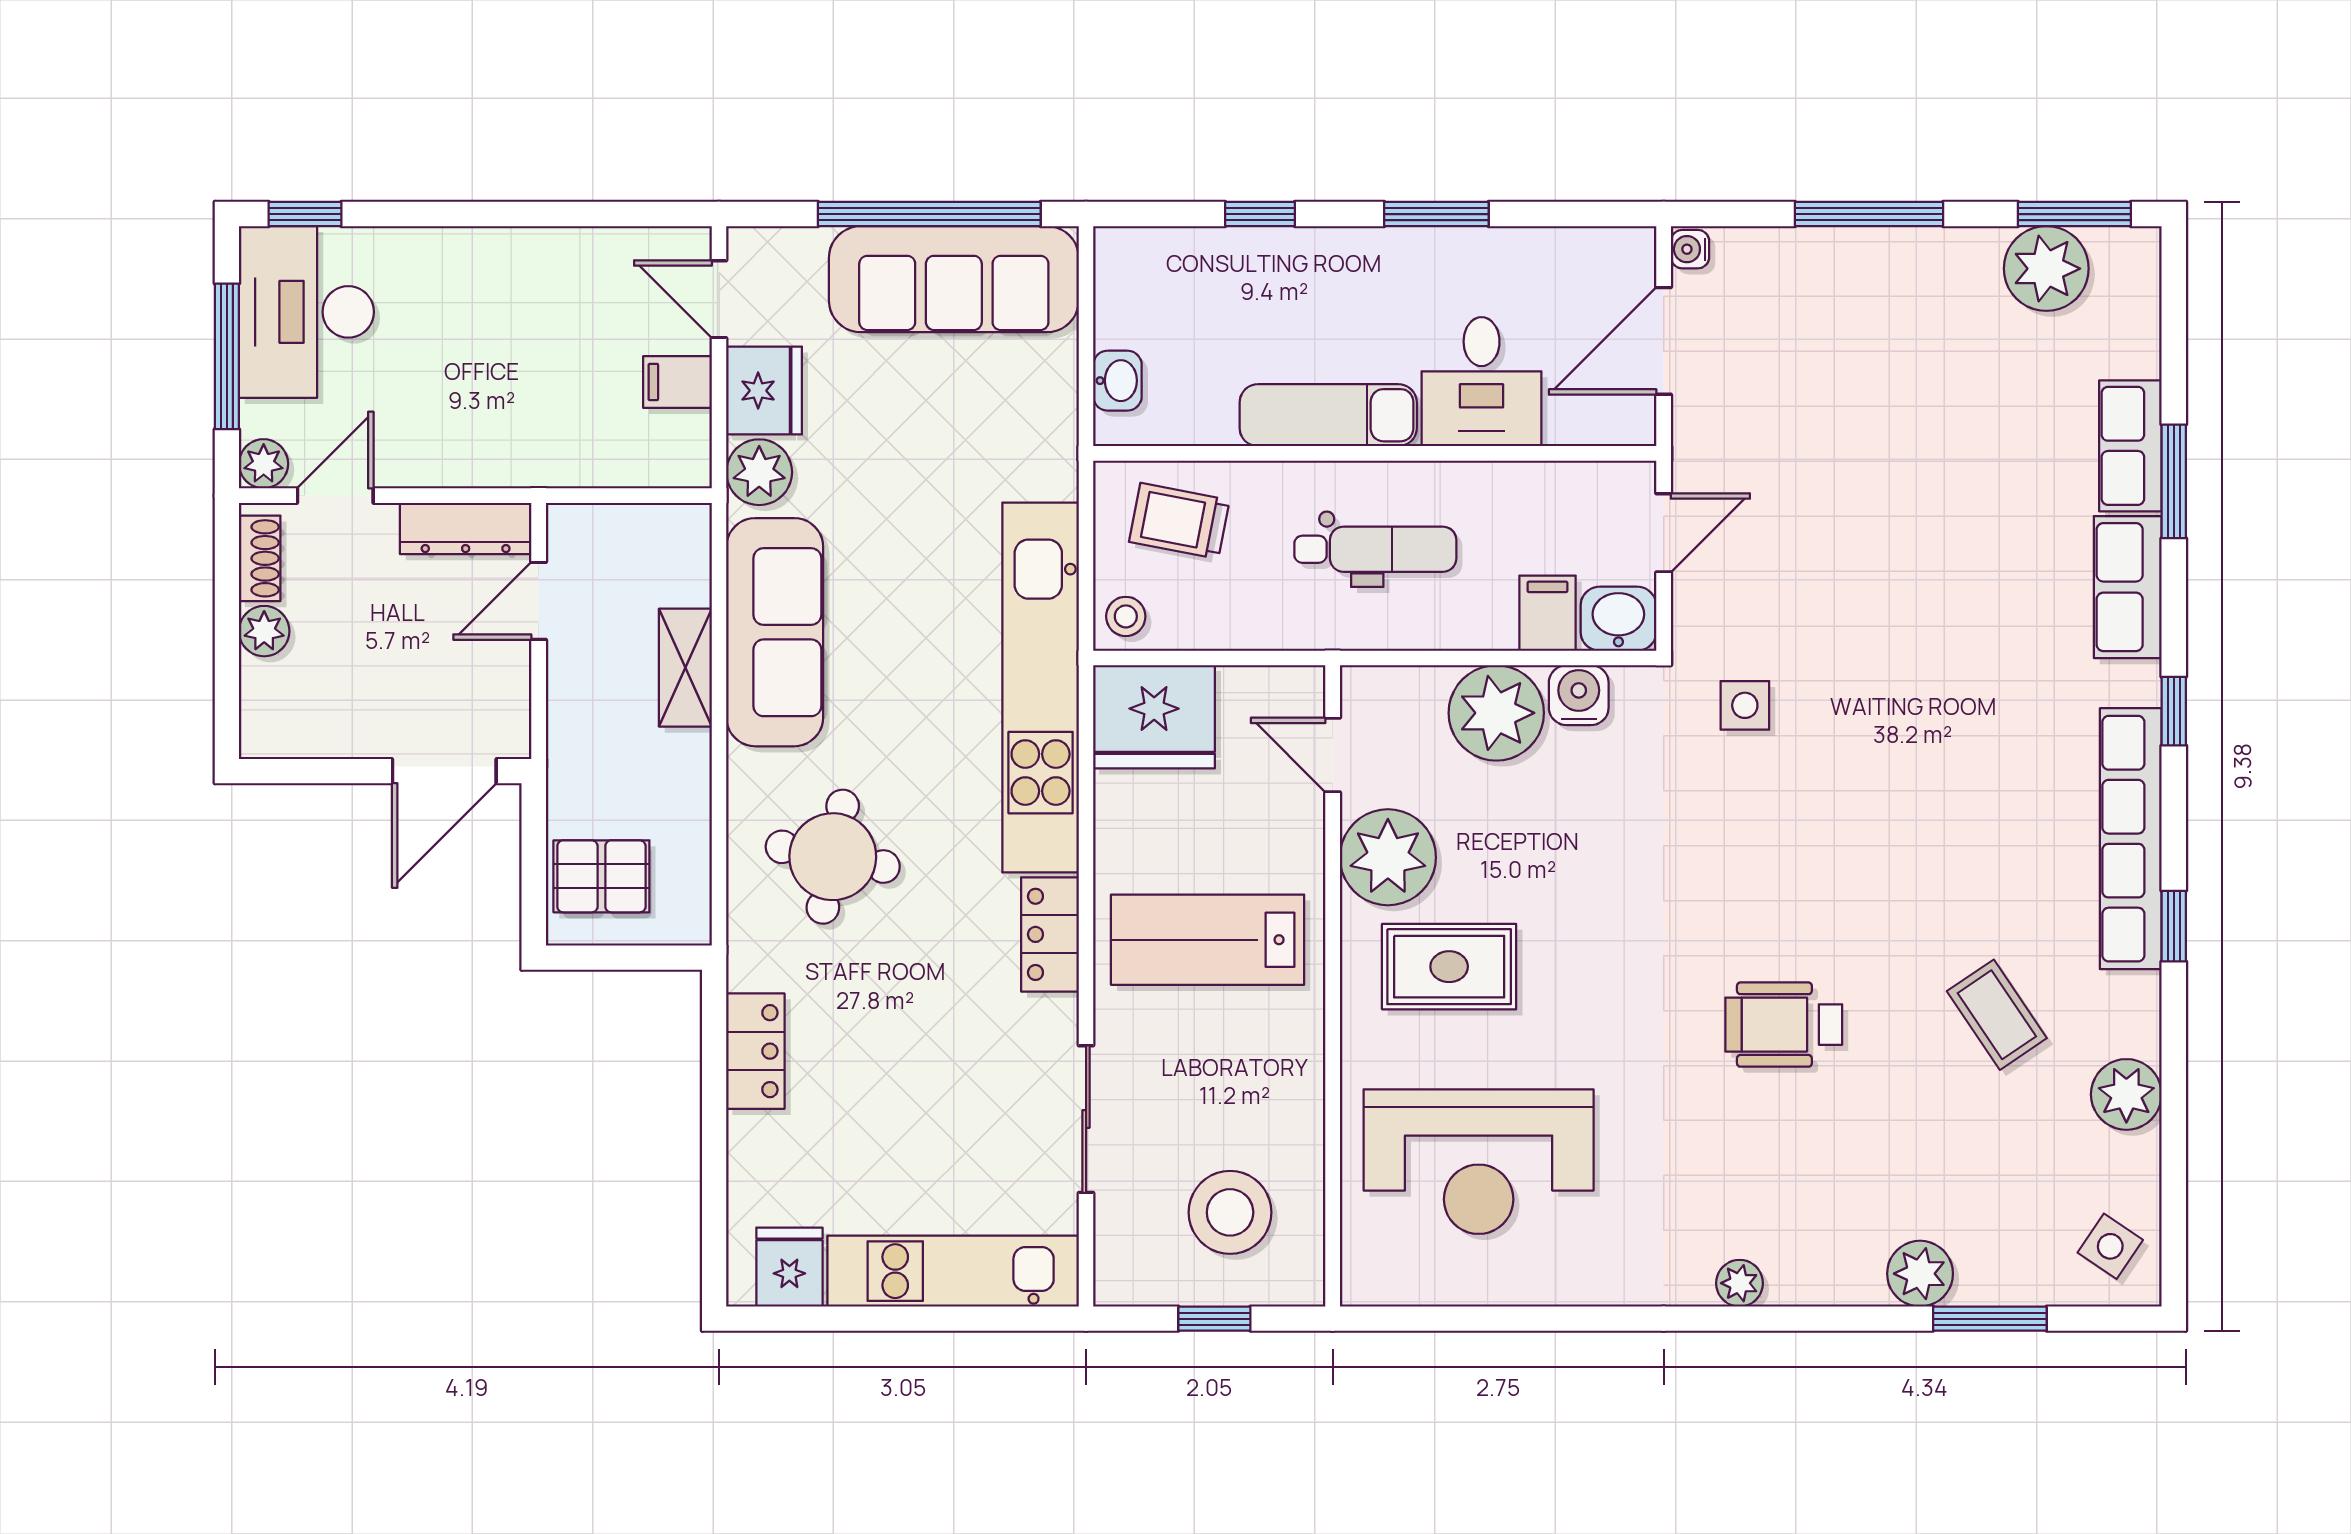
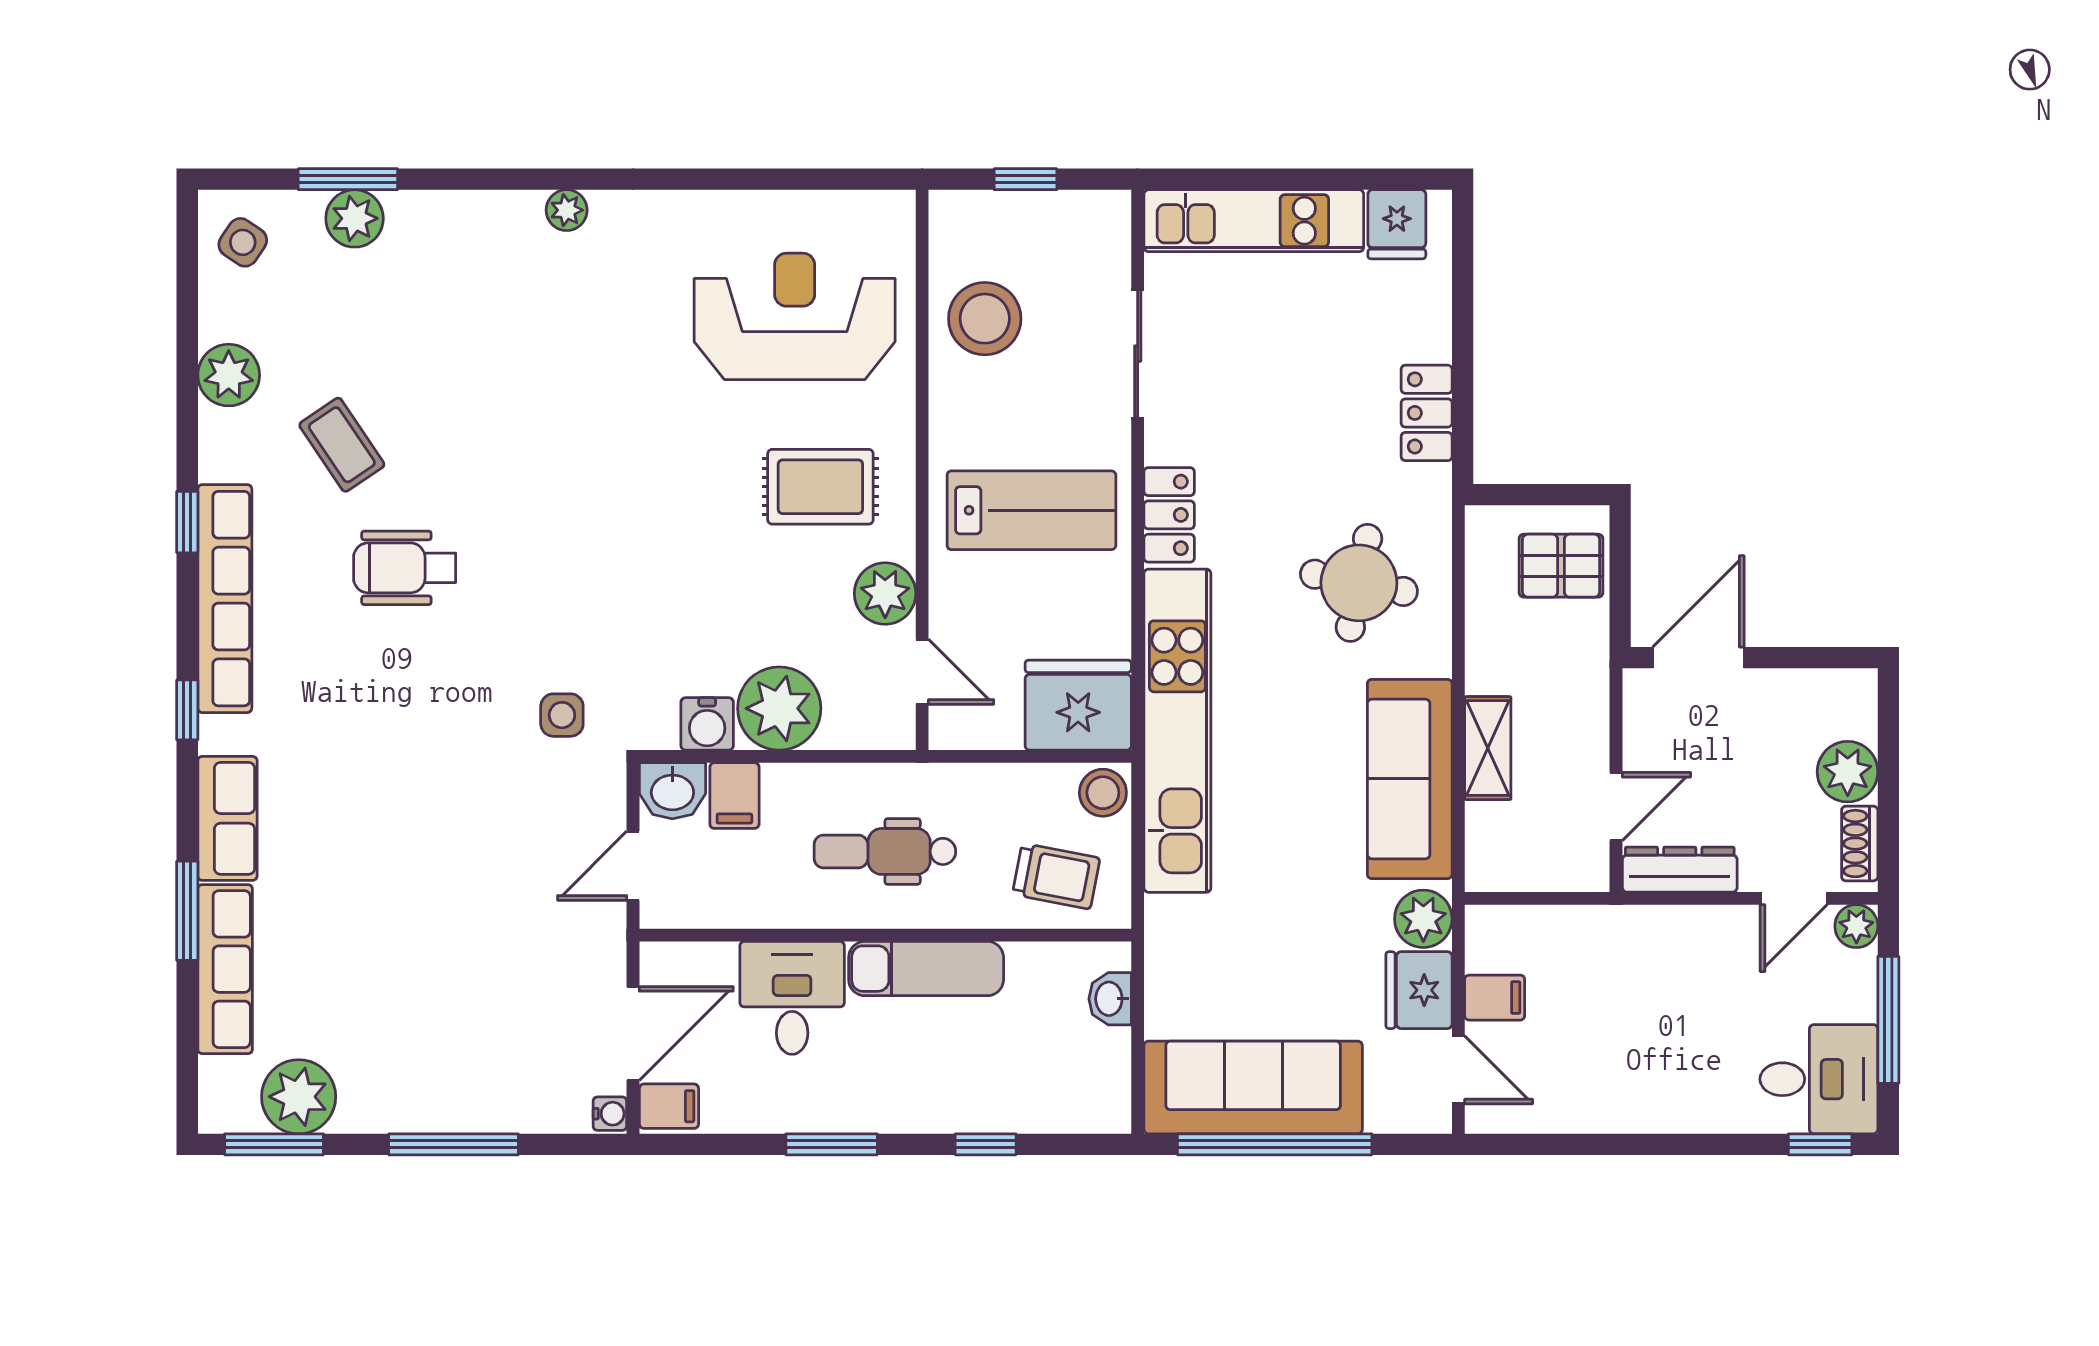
filing cabinet: (1622, 258) -> (669, 1106), added
desk: (306, 312) -> (1819, 1079), width x0.73
row of seats: (2130, 446) -> (225, 969), width x1.48
stool: (1126, 616) -> (1103, 793), width x1.37, depth x1.37
plant: (264, 631) -> (1848, 772), width x1.38, depth x1.38
plant: (1388, 857) -> (885, 593), width x0.73, depth x0.73
wheelchair: (1784, 1025) -> (405, 568), moved, turned 180
stool: (1230, 1212) -> (985, 319), moved
plant: (1920, 1274) -> (355, 218), moved

